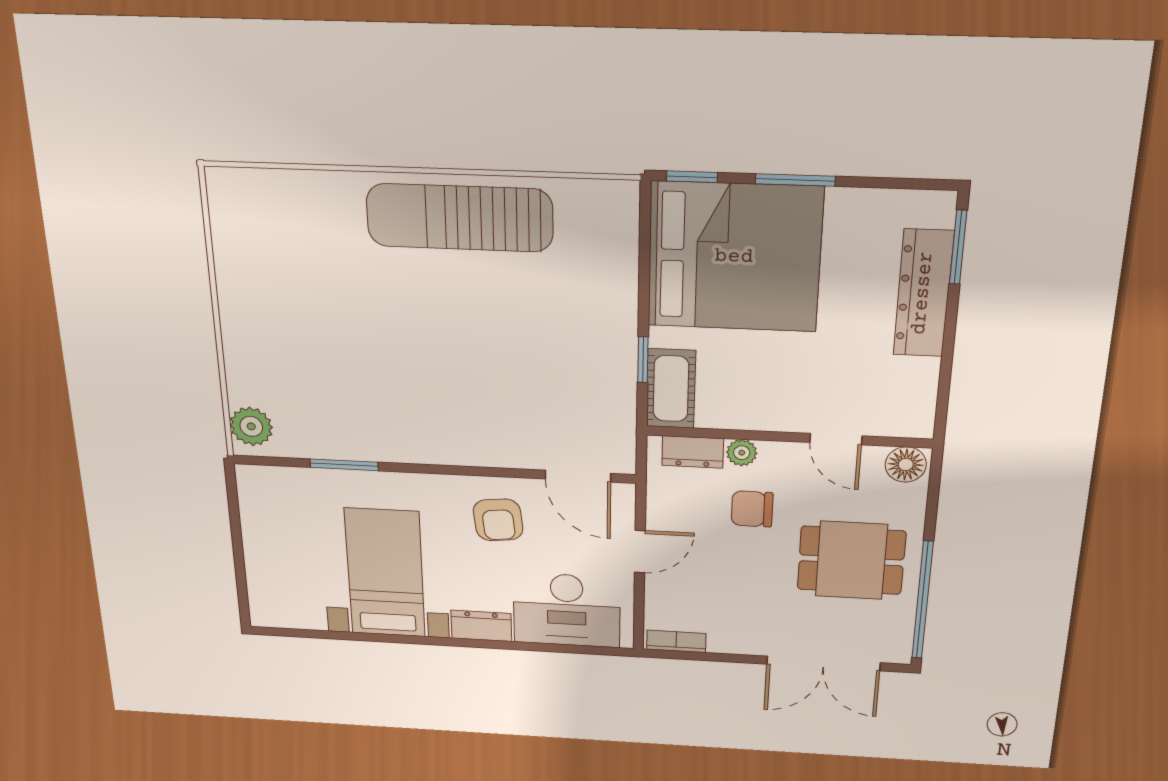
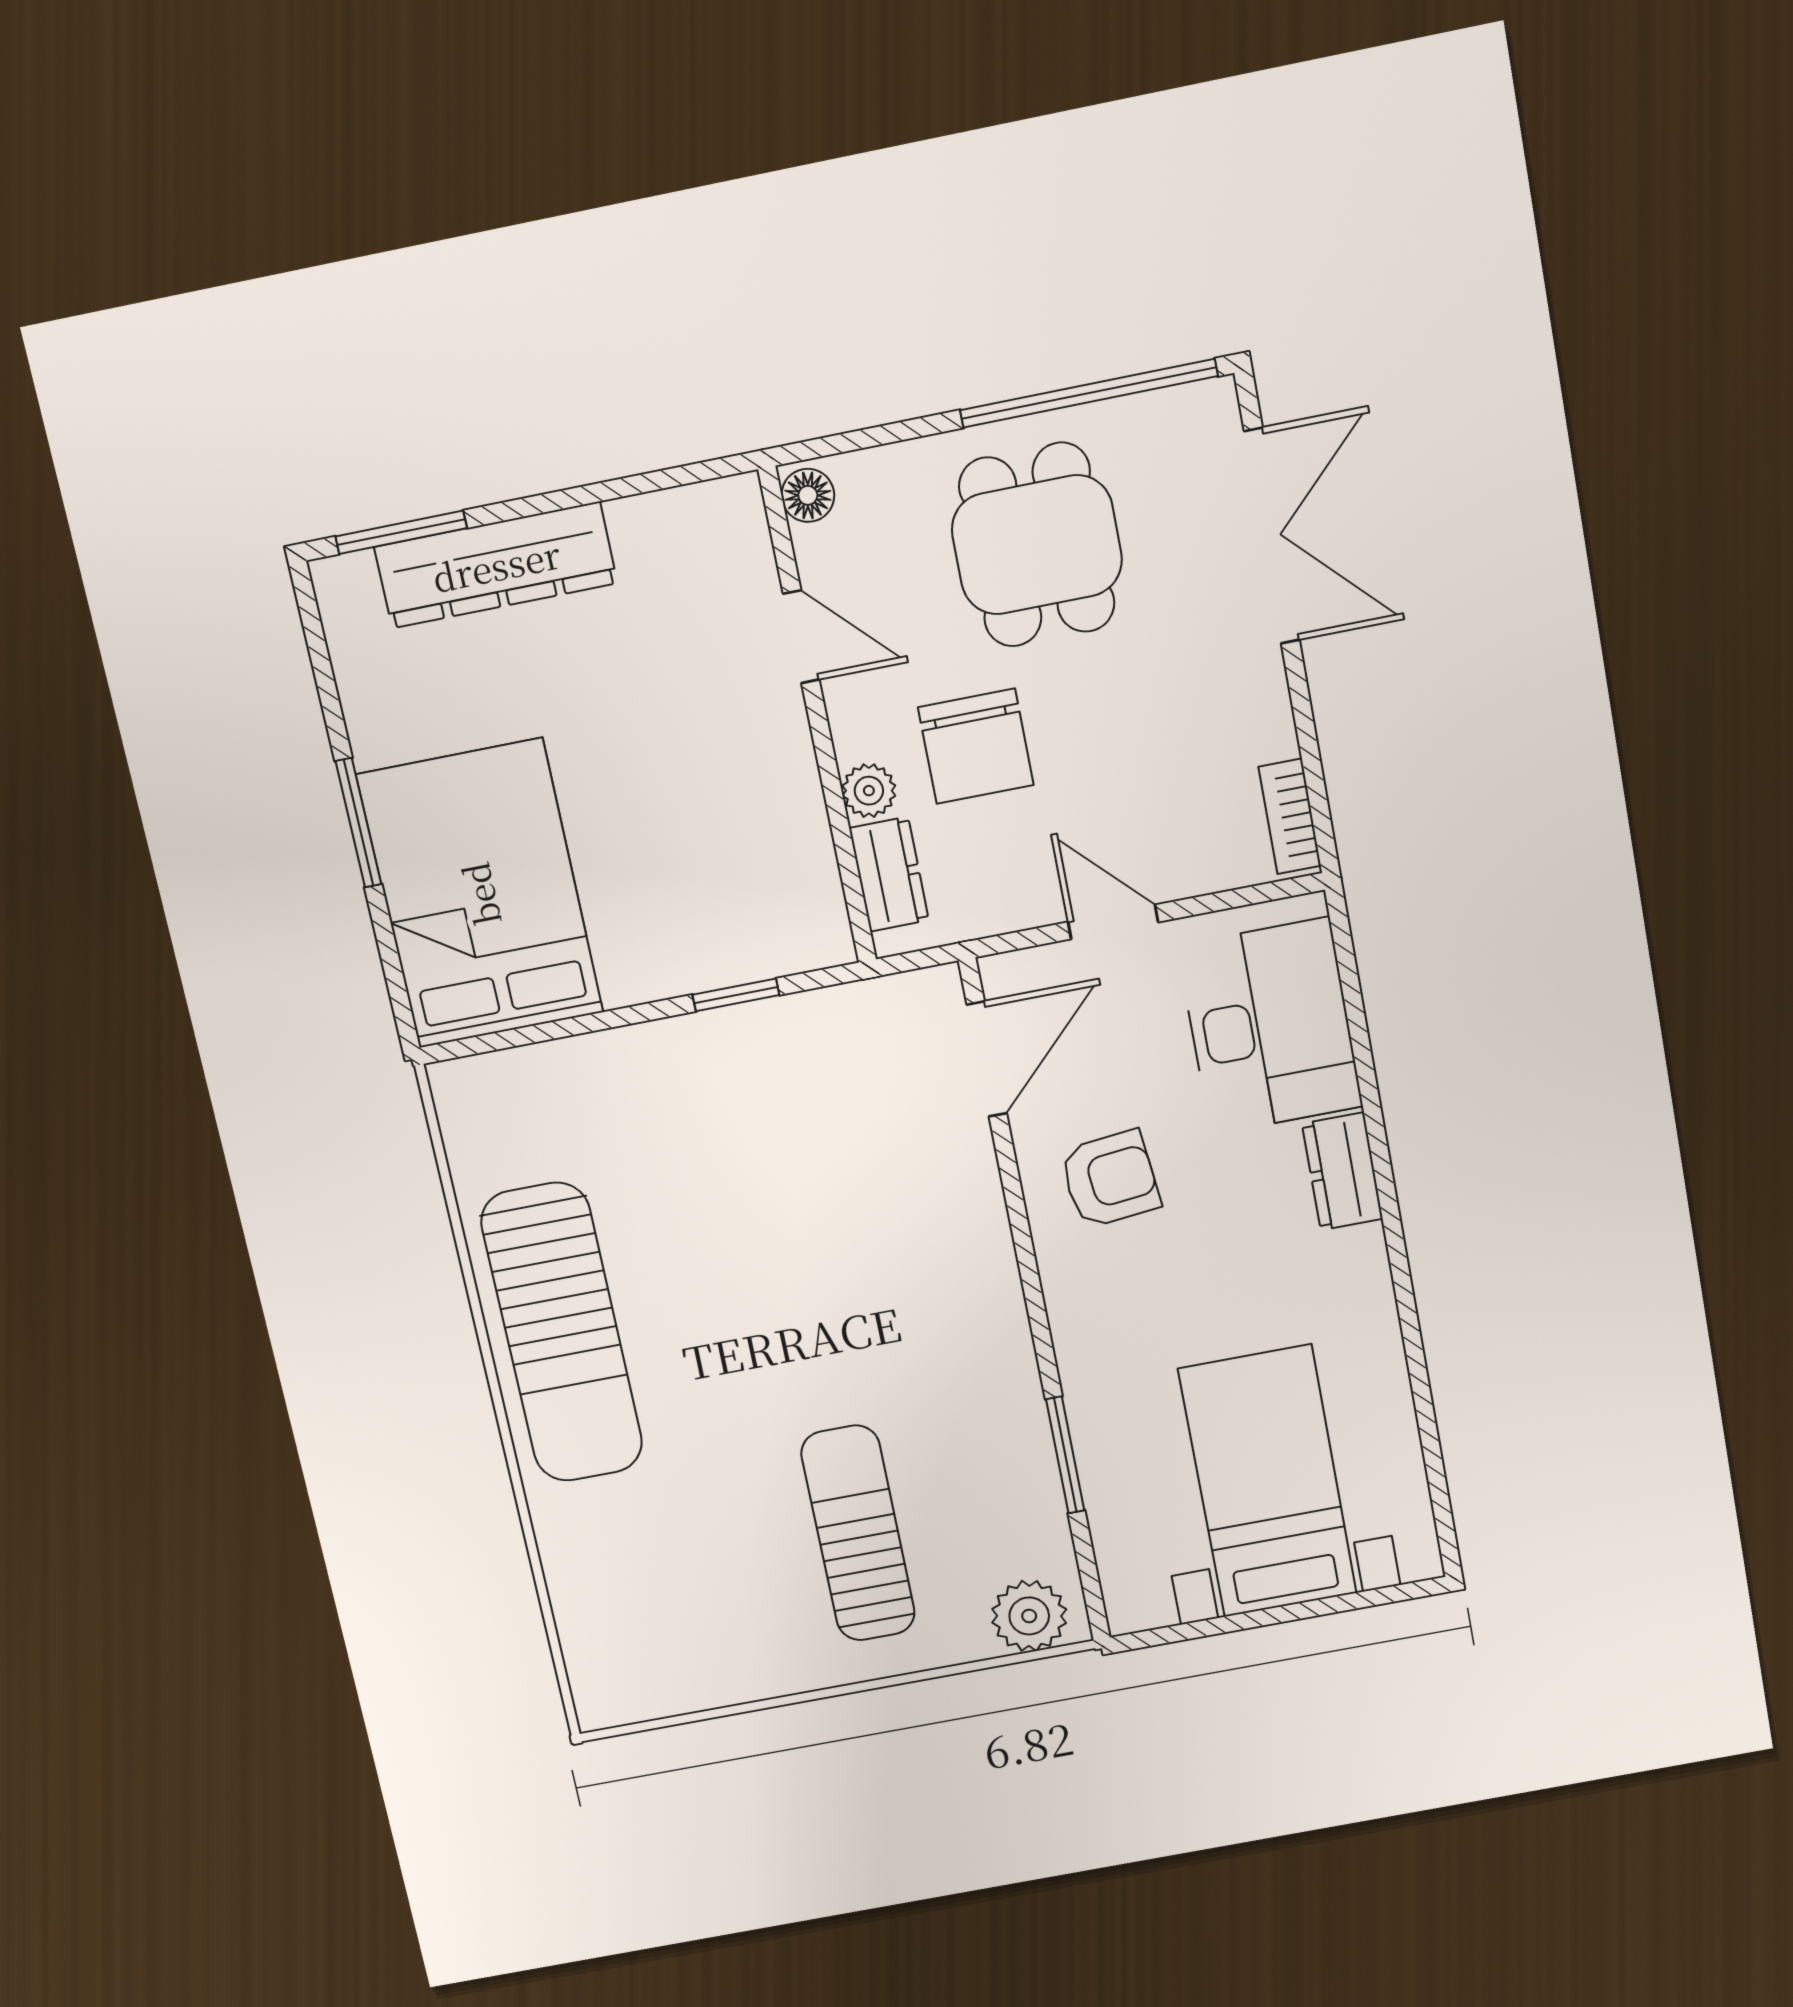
window: (692, 177) -> (396, 985), removed
bed: (734, 257) -> (480, 894), width x0.73
sun lounger: (312, 350) -> (858, 1533), added
cot: (671, 389) -> (777, 937), removed
door: (836, 439) -> (801, 637), hinge flipped
floor lamp: (906, 465) -> (808, 495), width x0.73, depth x0.73
chair: (752, 509) -> (976, 746), width x1.37, depth x1.37
bed with nightstands: (385, 573) -> (1268, 1481), moved, turned 90

